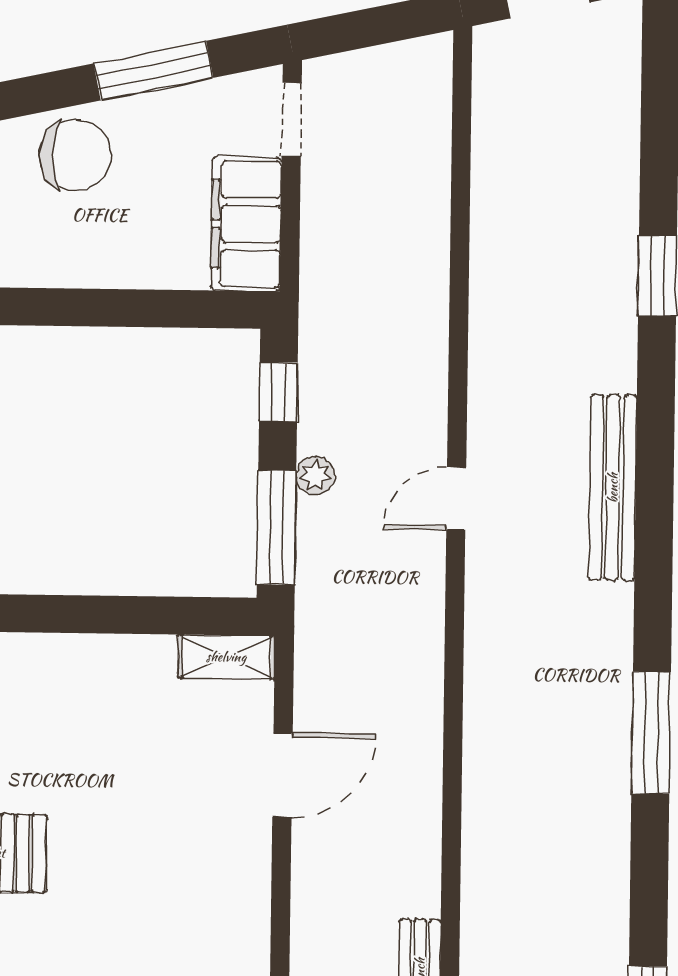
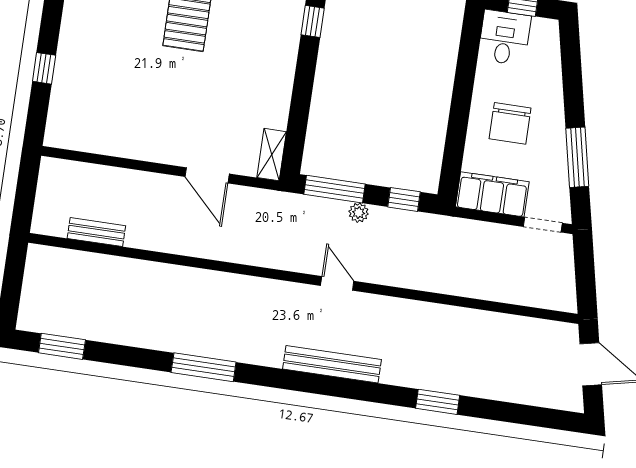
chair: (75, 155) -> (510, 123), moved

